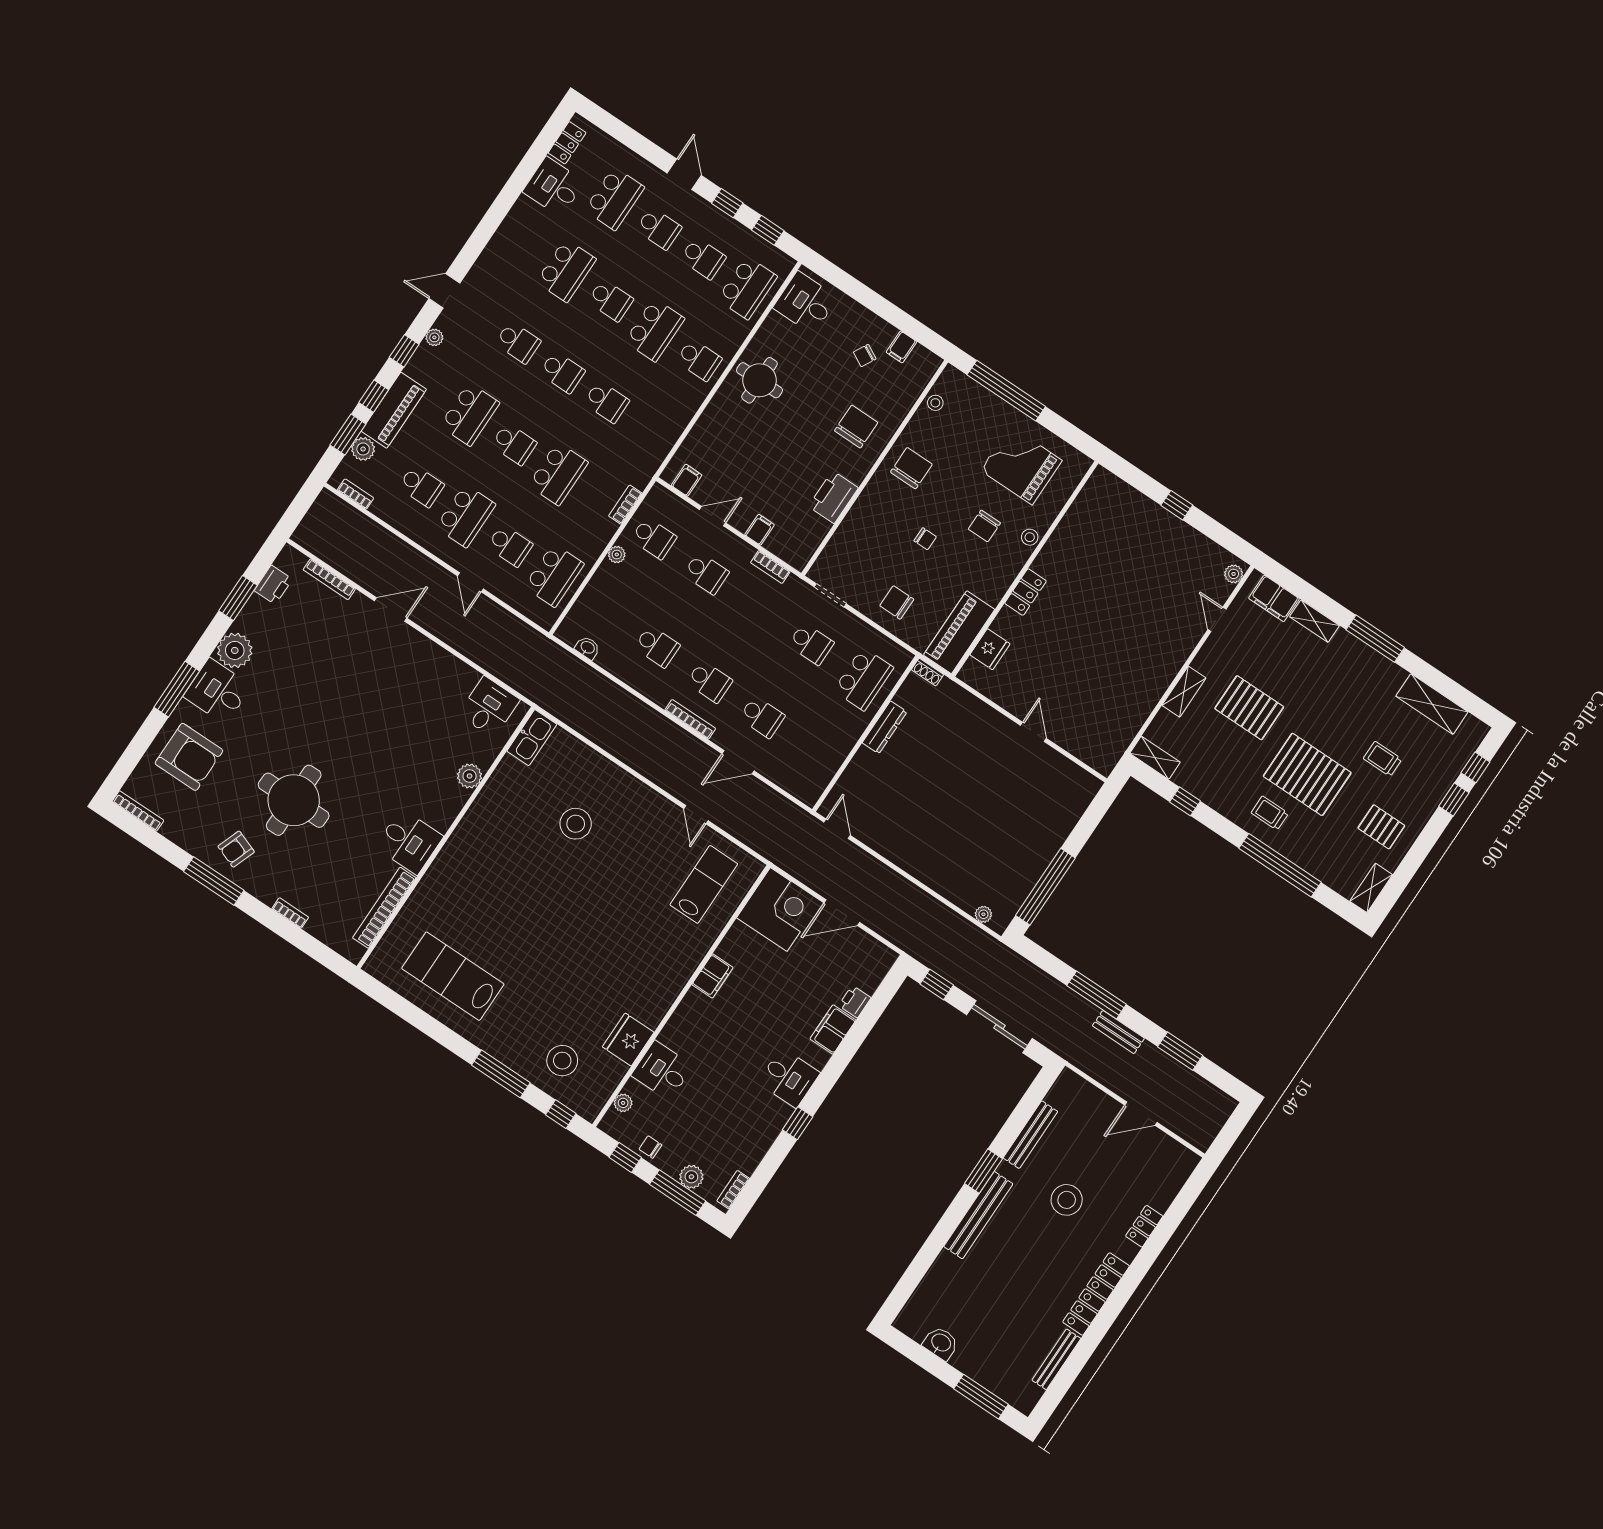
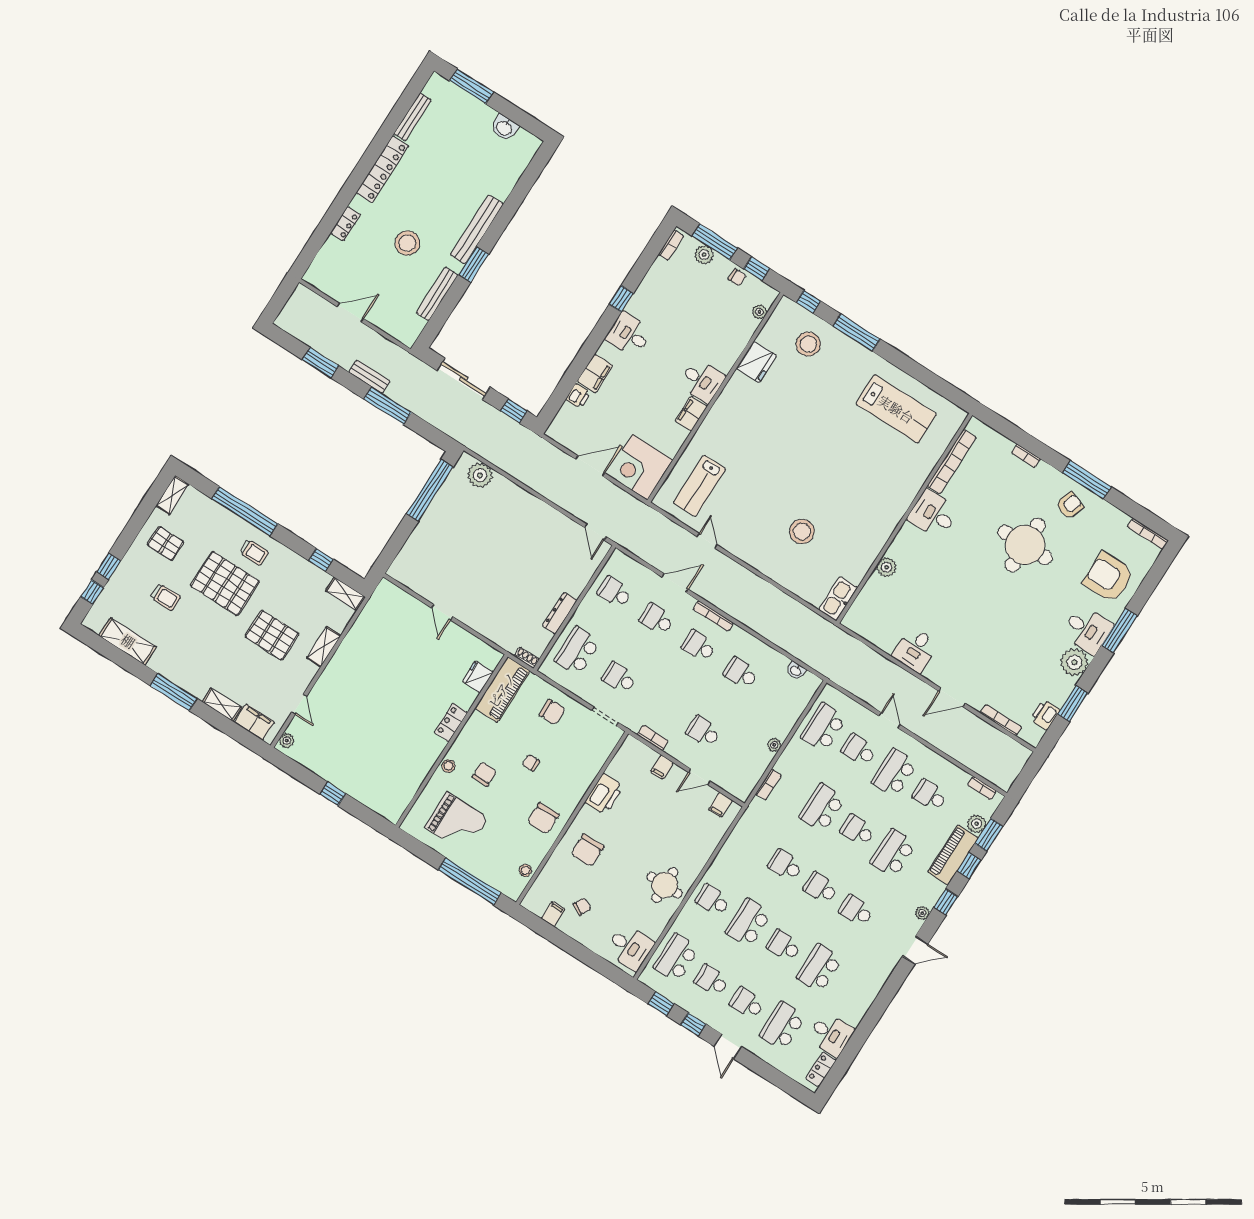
school desk: (654, 538) -> (615, 592), moved
desk: (489, 707) -> (916, 650), moved
plant: (983, 914) -> (480, 475), width x1.88, depth x1.88
desk: (662, 1071) -> (702, 381), moved

